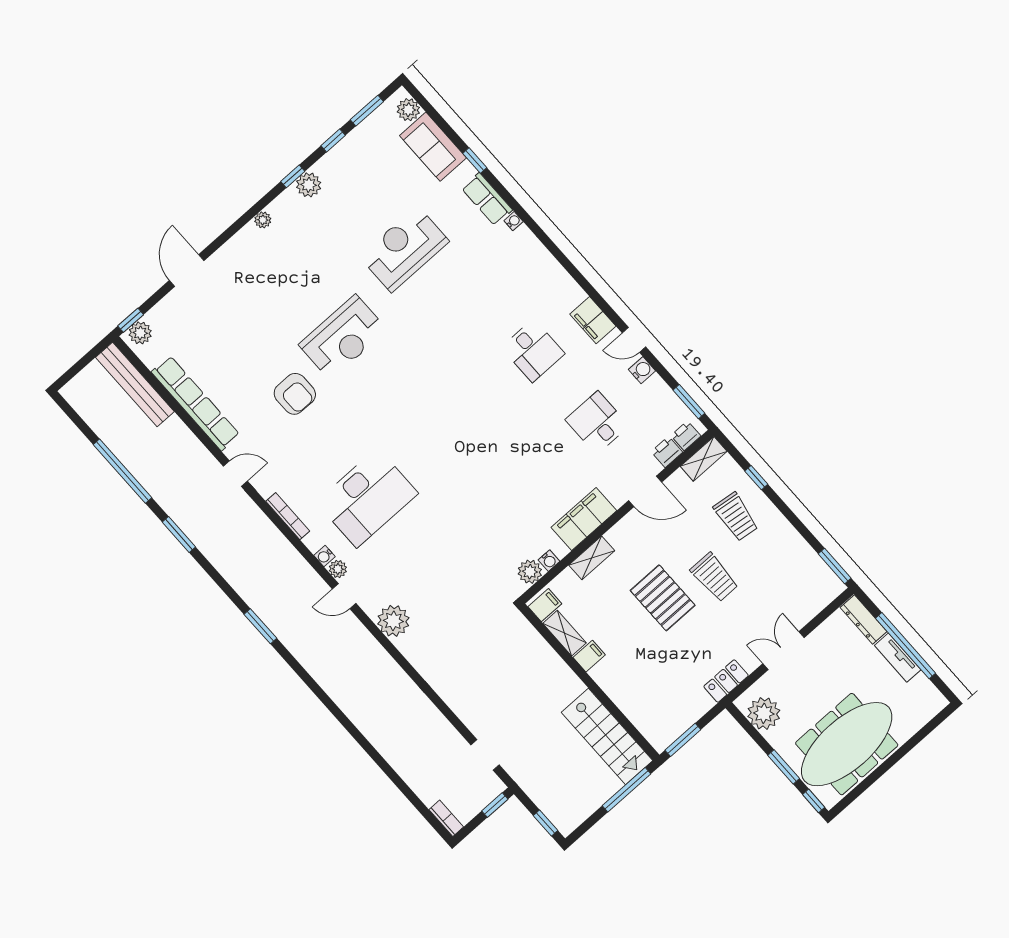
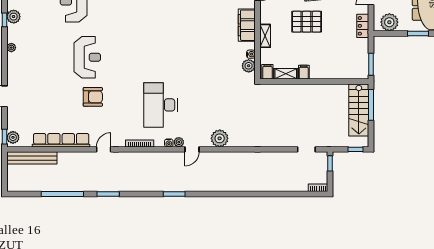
desk: (367, 498) -> (161, 105), turned 180
stairs: (607, 736) -> (359, 110), moved, turned 90

